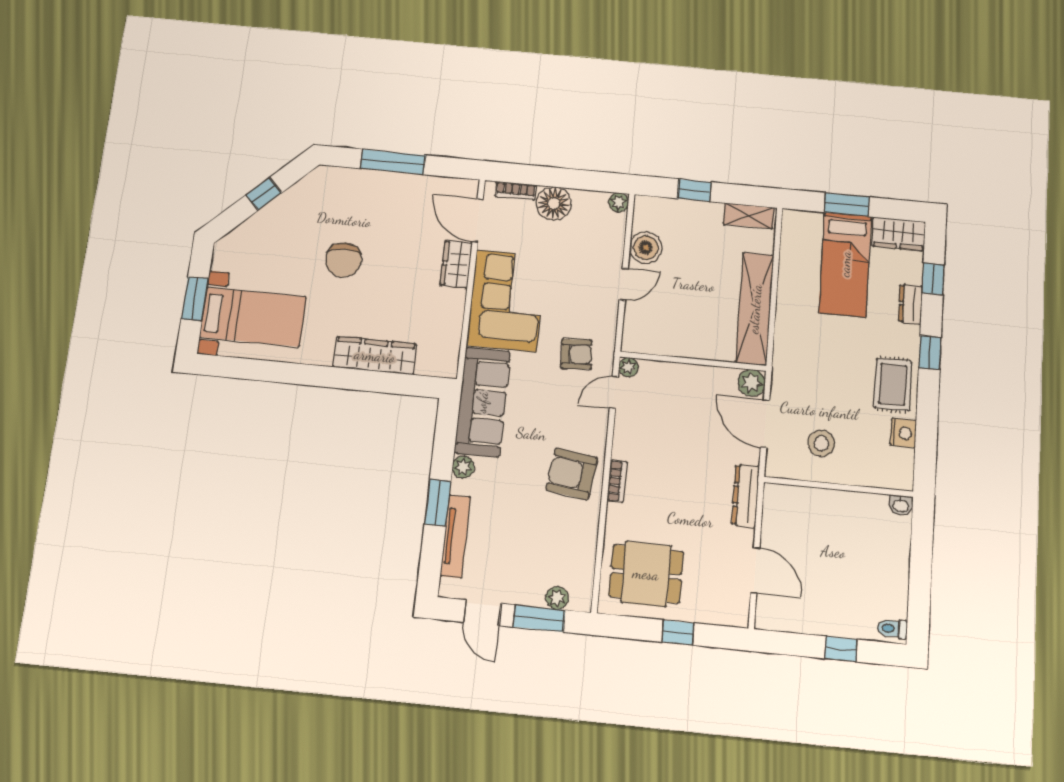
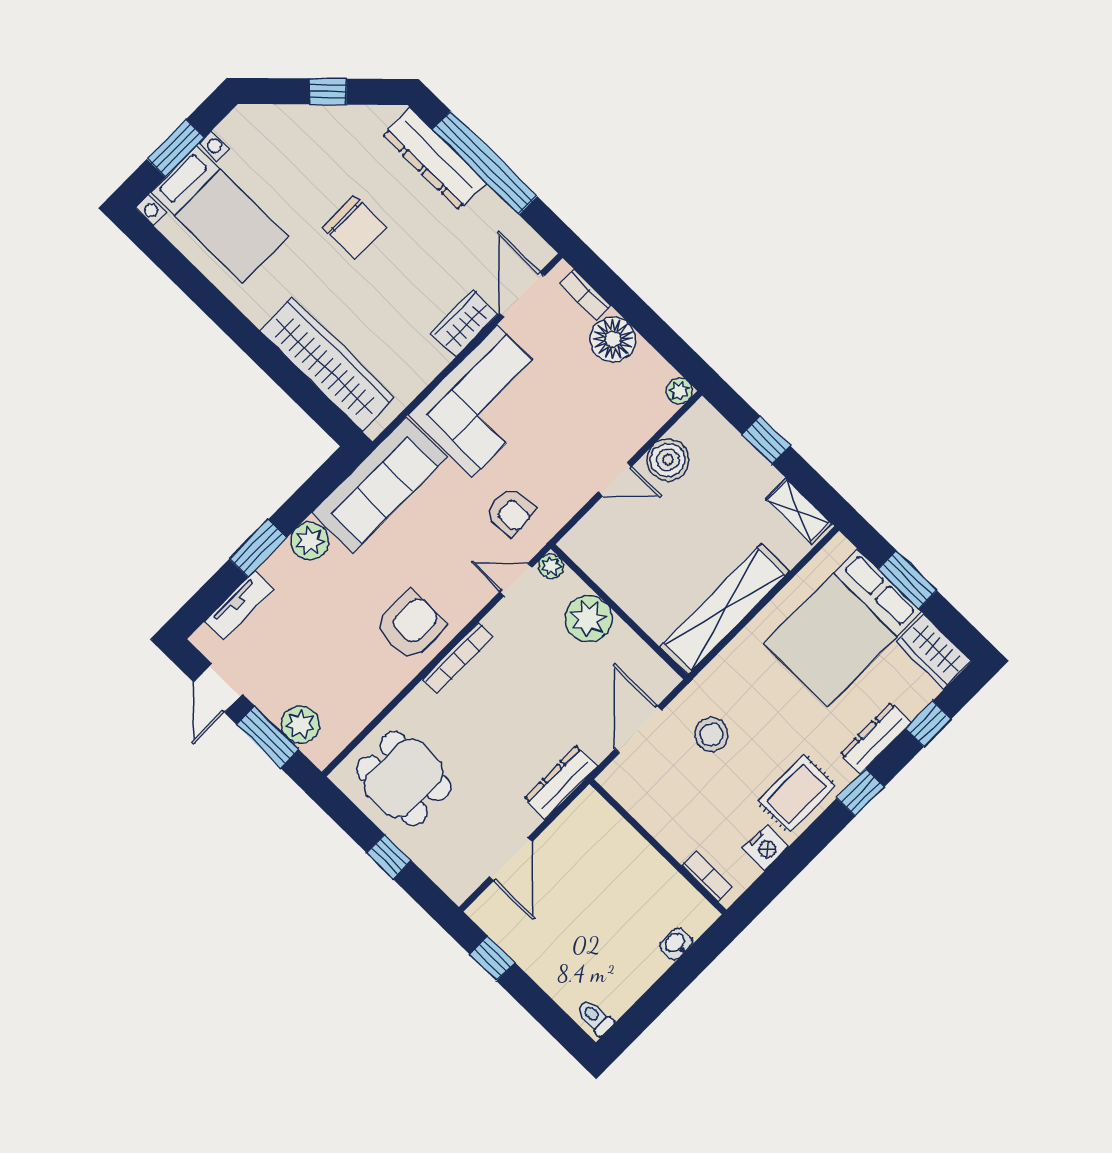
window: (393, 162) -> (485, 163), width x1.46
dresser: (360, 183) -> (434, 159), added
chair: (343, 260) -> (355, 227), turned -90
bed: (845, 264) -> (842, 628), width x1.50
dresser: (911, 304) -> (876, 738), width x1.44
wardrobe: (375, 356) -> (327, 364), width x1.40, depth x1.17
plant: (752, 383) -> (588, 619), moved, width x1.36, depth x1.36
stool: (821, 443) -> (711, 735), moved
plant: (463, 467) -> (310, 541), width x1.38, depth x1.38
armchair: (572, 474) -> (410, 626), turned 82
bookcase: (884, 480) -> (707, 876), added
bookcase: (617, 481) -> (458, 658), width x1.56
washbasin: (901, 505) -> (676, 944), moved, turned 90
tv unit: (455, 536) -> (239, 605), width x0.71
plant: (557, 598) -> (300, 724), width x1.38, depth x1.38
window: (841, 649) -> (492, 959), moved

